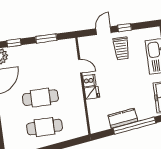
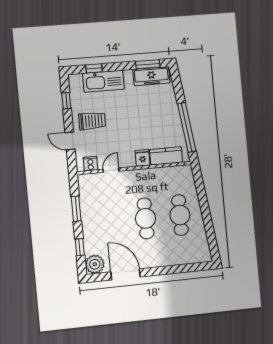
window: (125, 28) -> (66, 101), moved
cooker: (89, 81) -> (90, 164), moved
kitchen counter: (123, 118) -> (166, 156), moved, turned 97
window: (134, 126) -> (187, 127), moved

